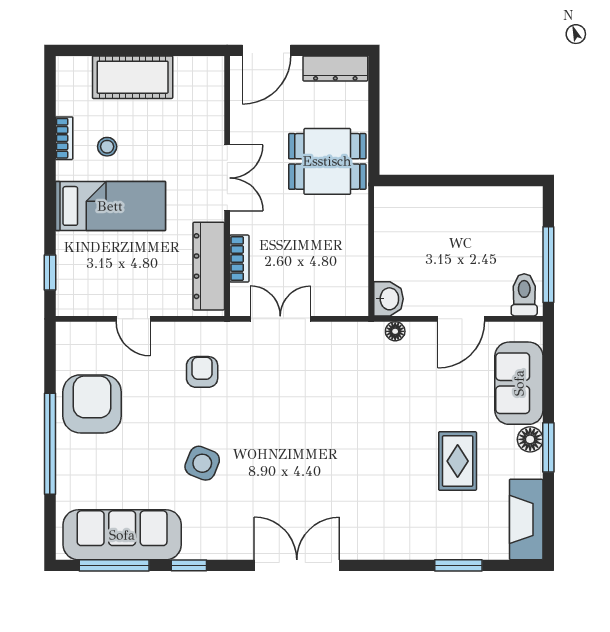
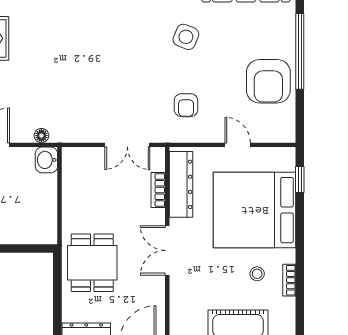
dining table: (327, 161) -> (92, 263), turned 90
bed: (110, 206) -> (255, 210), width x2.04

